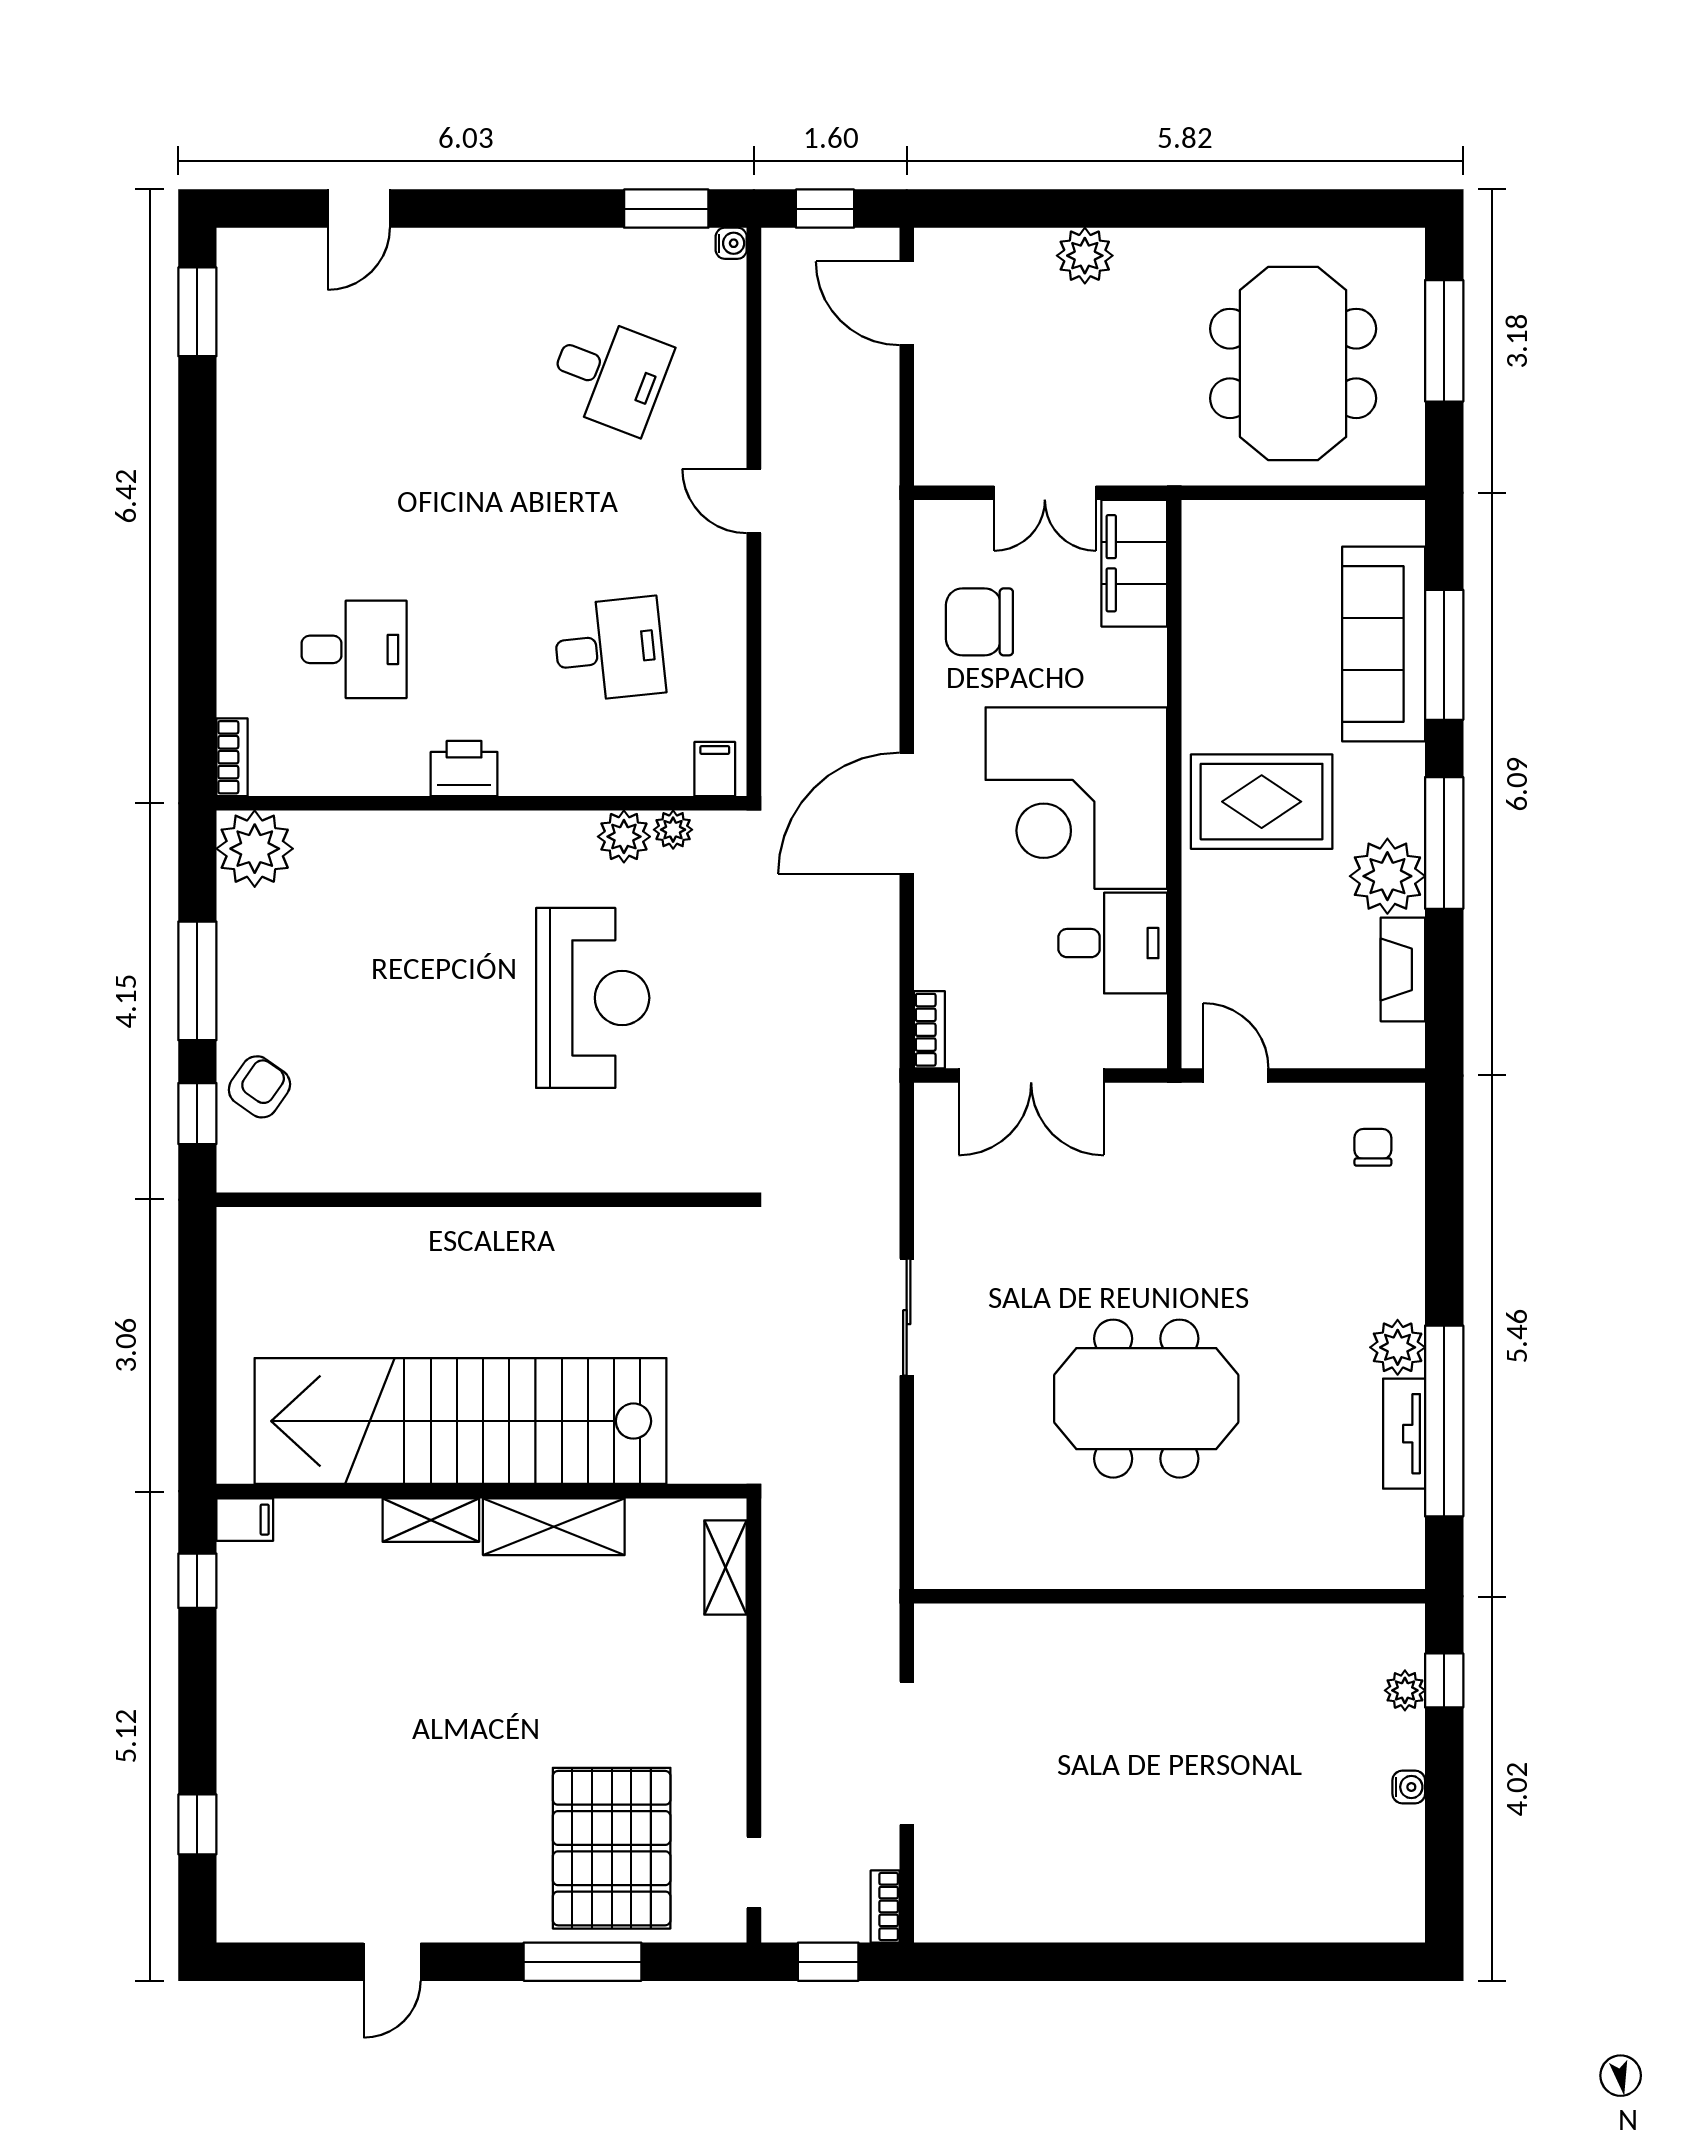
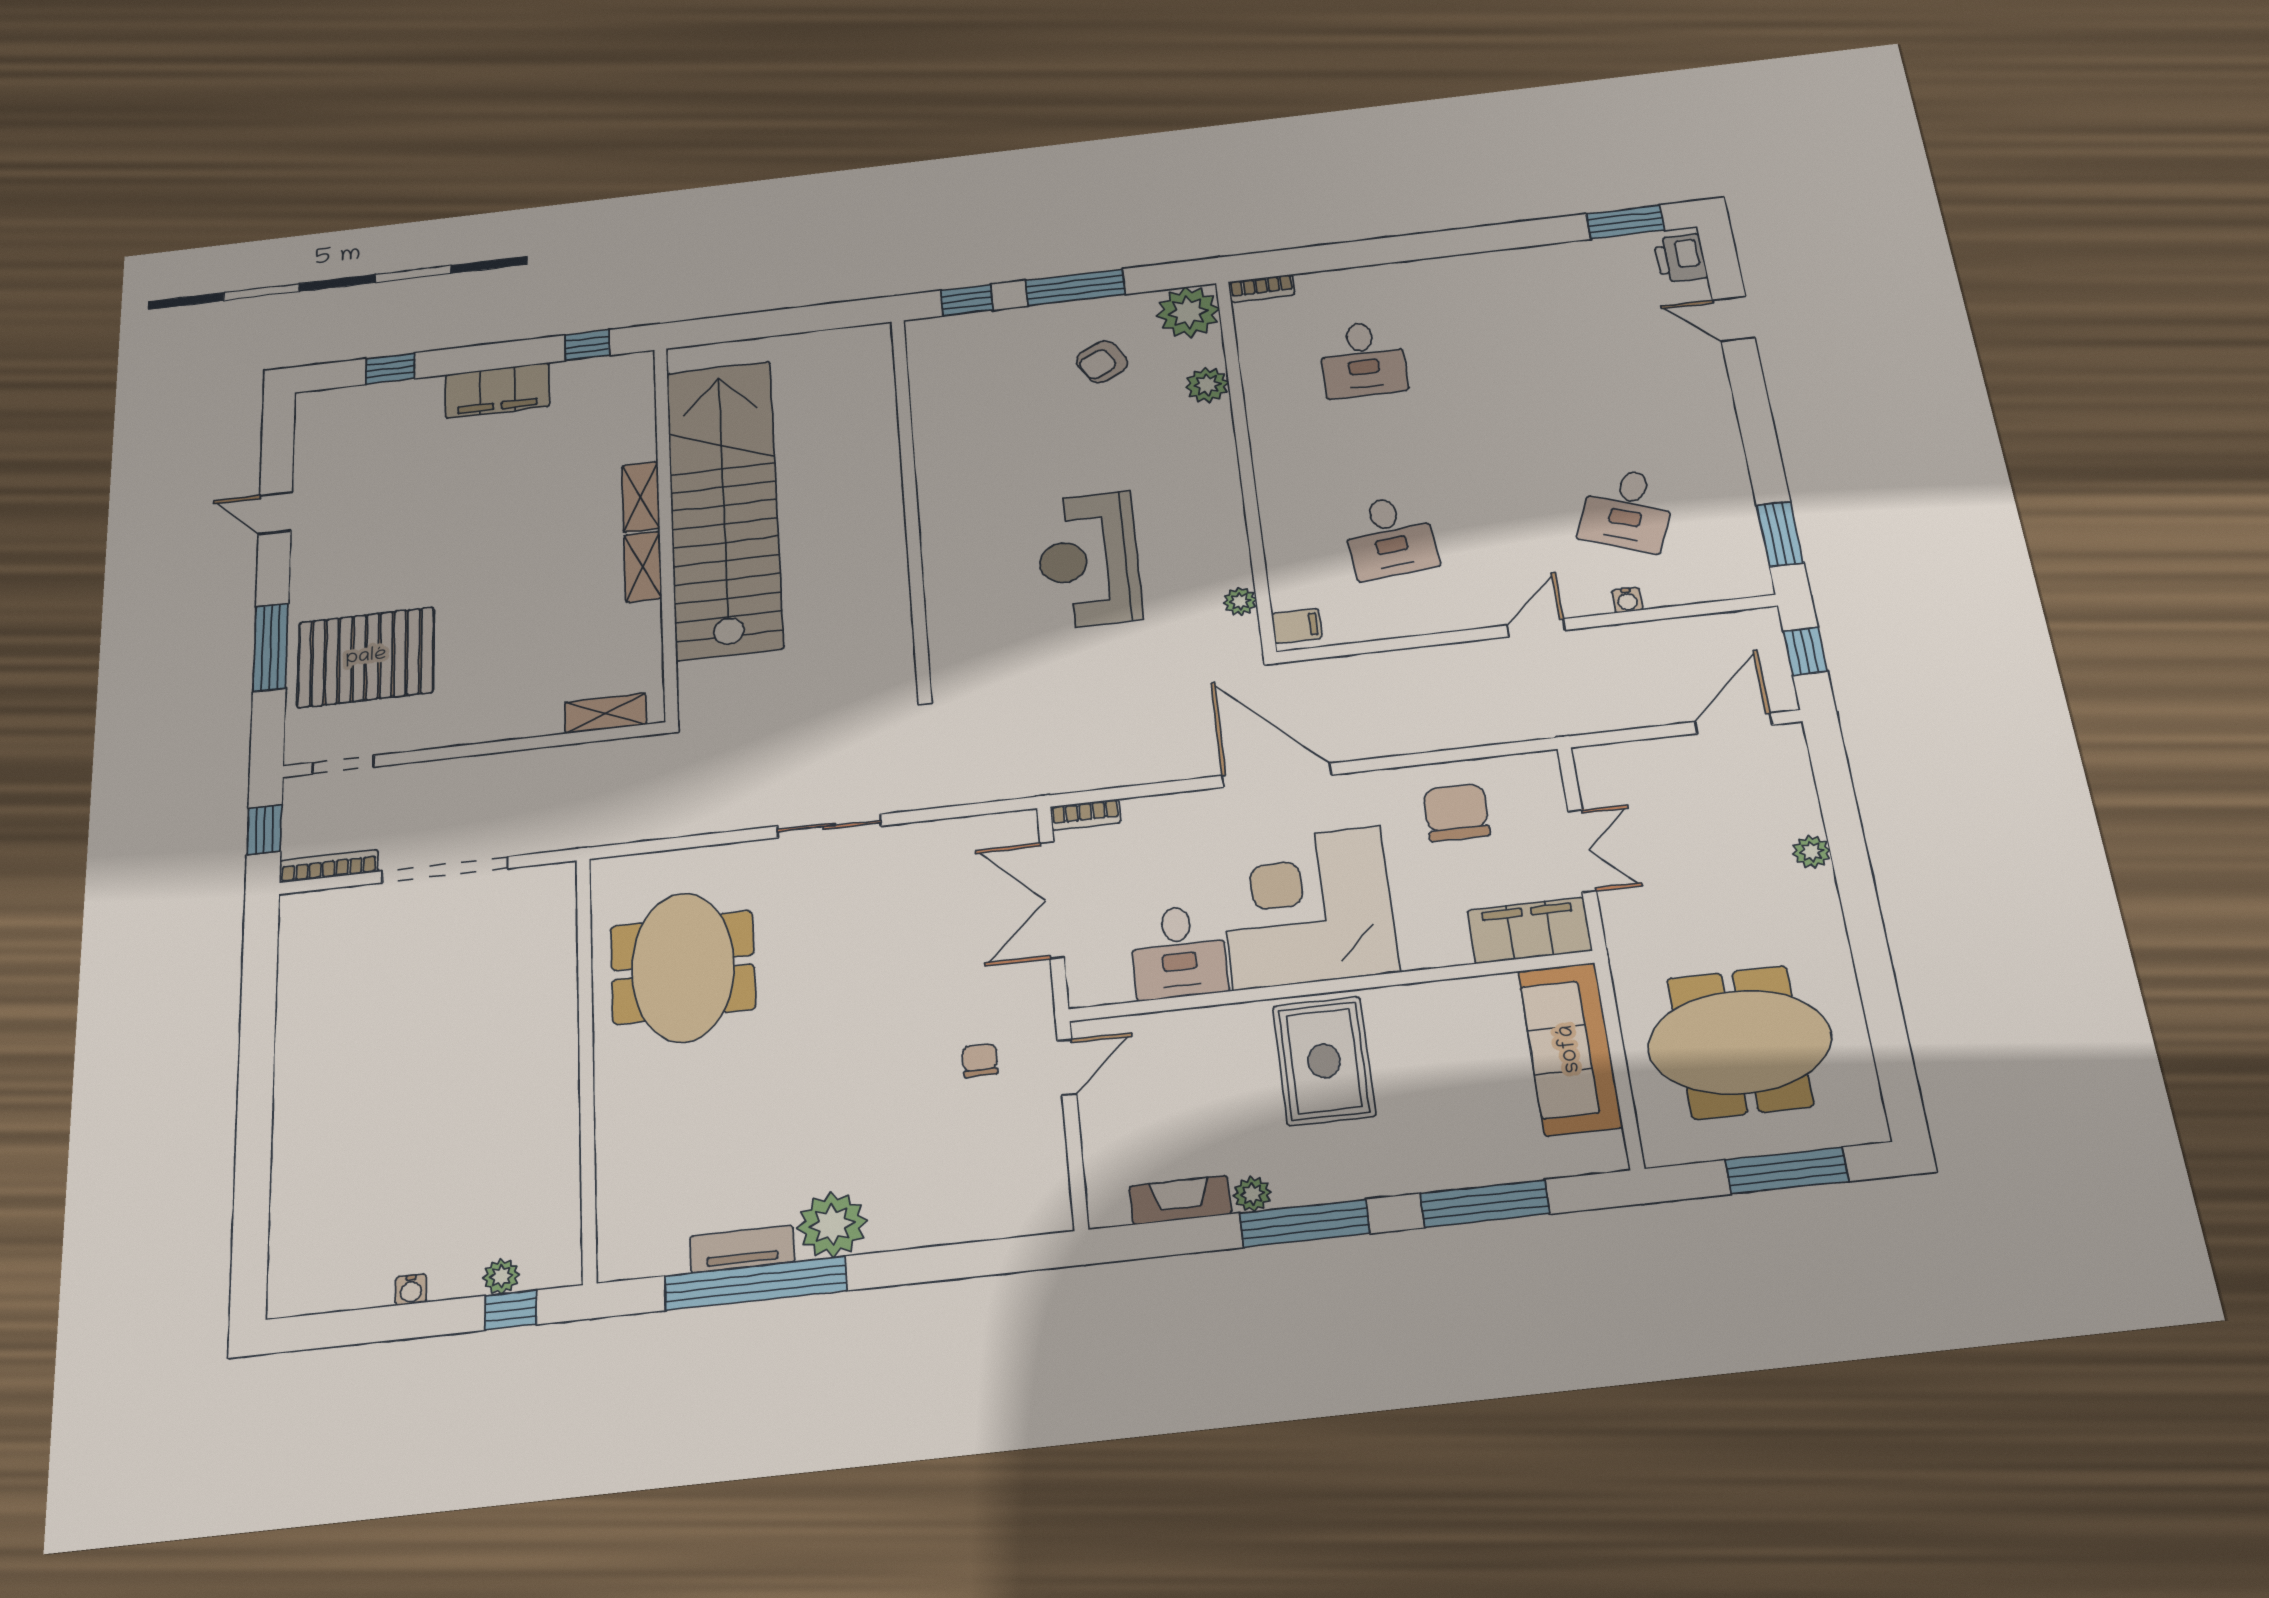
water cooler: (731, 243) -> (1627, 600), moved
plant: (1085, 256) -> (1811, 852), width x0.73, depth x0.73
double door: (1045, 493) -> (1582, 851), swing flipped
sofa: (1384, 644) -> (1570, 1049), moved, turned -90
printer: (464, 769) -> (1681, 258), moved, turned 180
plant: (624, 837) -> (1207, 385), moved
plant: (1387, 876) -> (1252, 1194), width x0.53, depth x0.53
reception desk: (593, 998) -> (1089, 560), turned 90
armchair: (259, 1087) -> (1102, 362), moved, turned 116
chair: (1373, 1147) -> (980, 1060), moved, turned -90
plant: (1398, 1347) -> (832, 1225), width x1.36, depth x1.36
meeting table: (1146, 1399) -> (683, 967), moved
filing cabinet: (245, 1520) -> (497, 390), moved, width x3.00, depth x1.17
shelving: (554, 1527) -> (643, 567), width x0.67, depth x0.75
bookcase: (885, 1906) -> (329, 866), width x1.56

